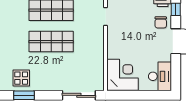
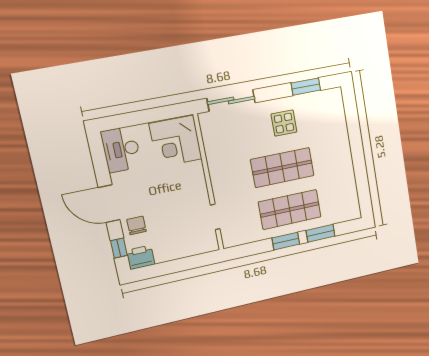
display table: (21, 78) -> (284, 123), moved

